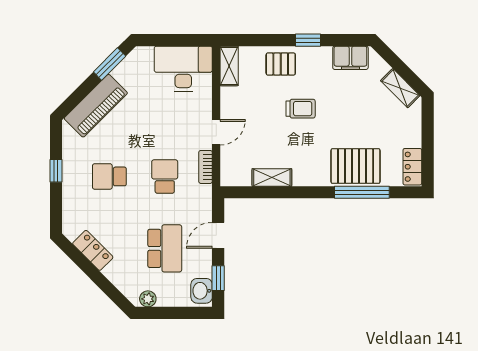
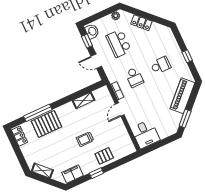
shelving: (229, 66) -> (128, 144), removed
desk: (183, 69) -> (145, 134), width x0.73
door: (218, 235) -> (96, 61), swing flipped
locker: (93, 250) -> (141, 23), moved

